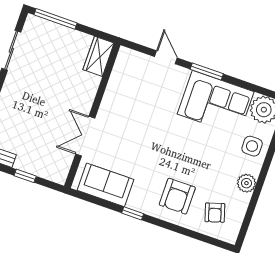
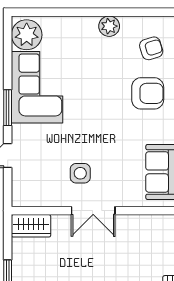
double door: (85, 136) -> (93, 211), moved
side table: (252, 146) -> (80, 173), moved

